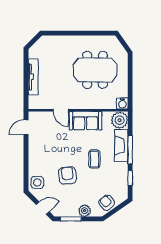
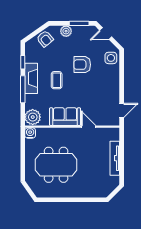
fireplace: (121, 146) -> (31, 78), moved
armchair: (67, 175) -> (82, 65), turned 96

